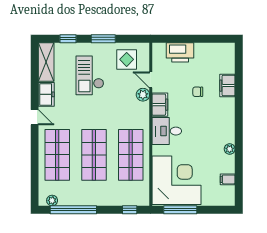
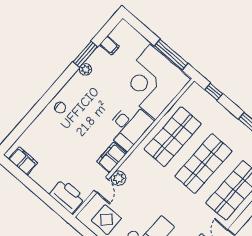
printer: (180, 52) -> (67, 196), moved
filing cabinet: (227, 86) -> (23, 161), moved, turned -90
chair: (198, 92) -> (60, 108), moved
desk: (167, 131) -> (129, 126), width x1.37
window: (239, 159) -> (85, 54), added

